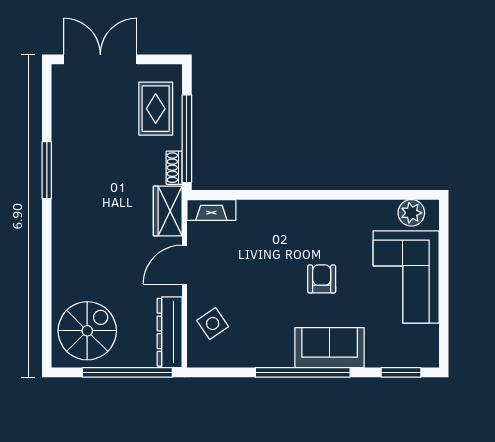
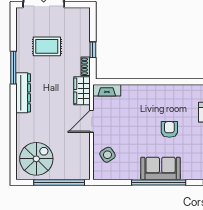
rug: (156, 109) -> (47, 46), moved, turned 90
window: (187, 139) -> (93, 50), width x0.32
dresser: (170, 332) -> (23, 93), moved, turned 180
sofa: (330, 348) -> (161, 168), moved

